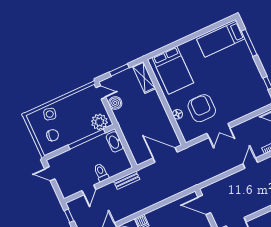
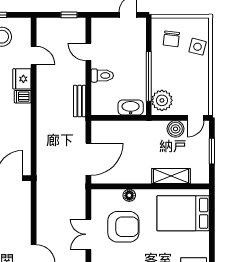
shelving: (144, 77) -> (171, 176), moved

